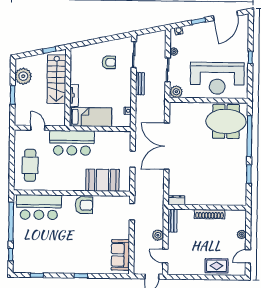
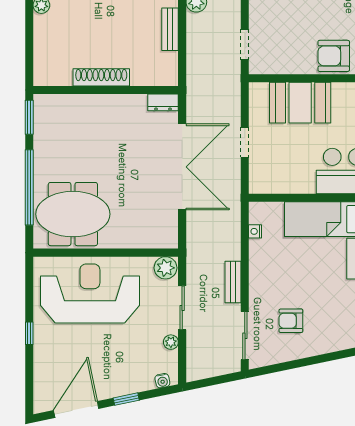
dresser: (176, 200) -> (163, 102), moved
wall: (207, 207) -> (106, 90), moved
shoe rack: (210, 214) -> (101, 77), moved

